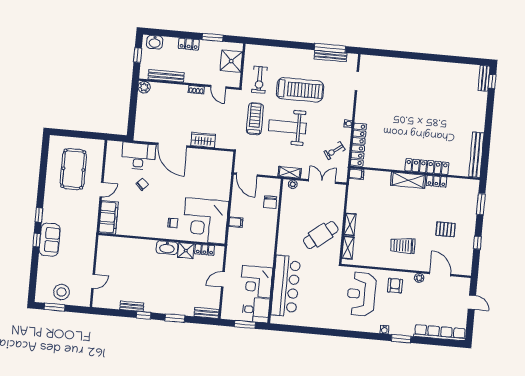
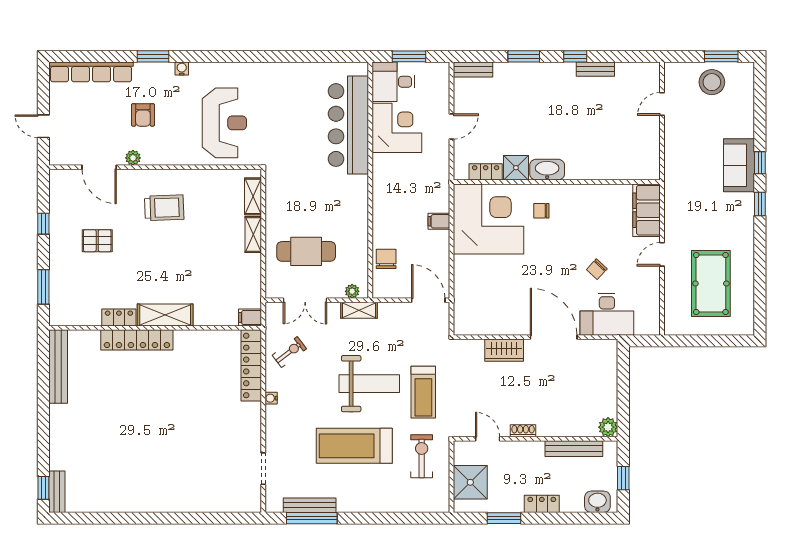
cafe table: (321, 235) -> (306, 251), moved, turned 38
armchair: (395, 286) -> (143, 115), moved

